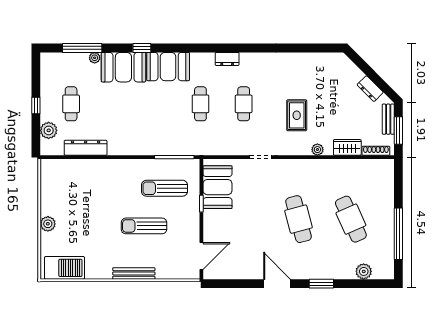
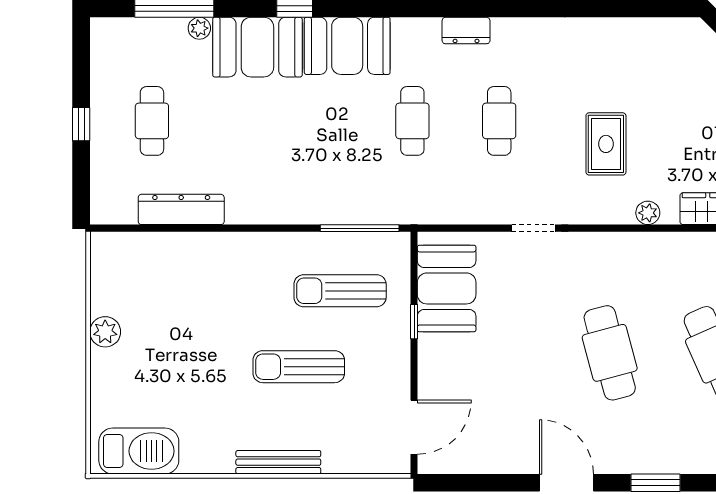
plant: (49, 130) -> (107, 174), removed
plant: (48, 224) -> (105, 332), moved

